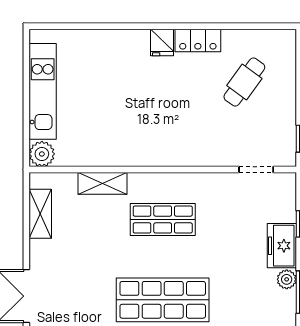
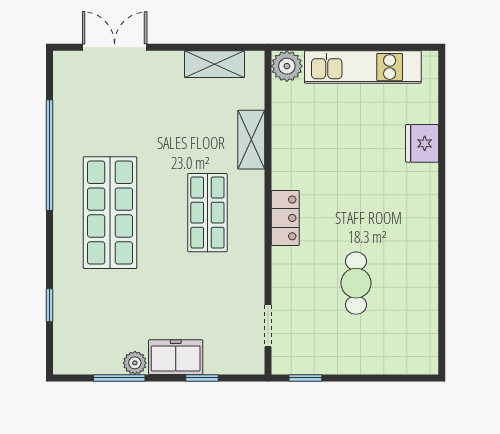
locker: (198, 40) -> (285, 218), moved, turned 180
fridge: (162, 42) -> (422, 143), moved, width x1.38
cafe table: (244, 82) -> (356, 283), moved, turned 54

